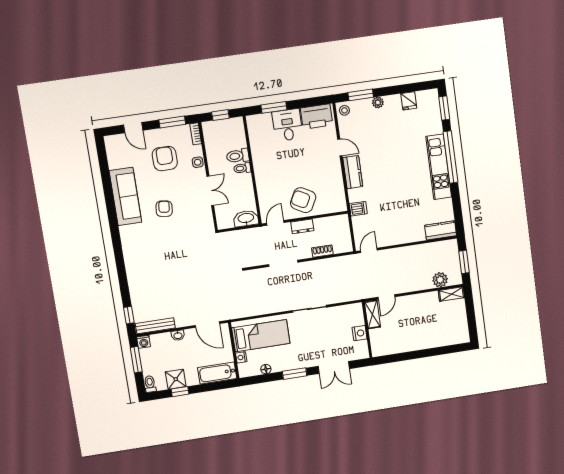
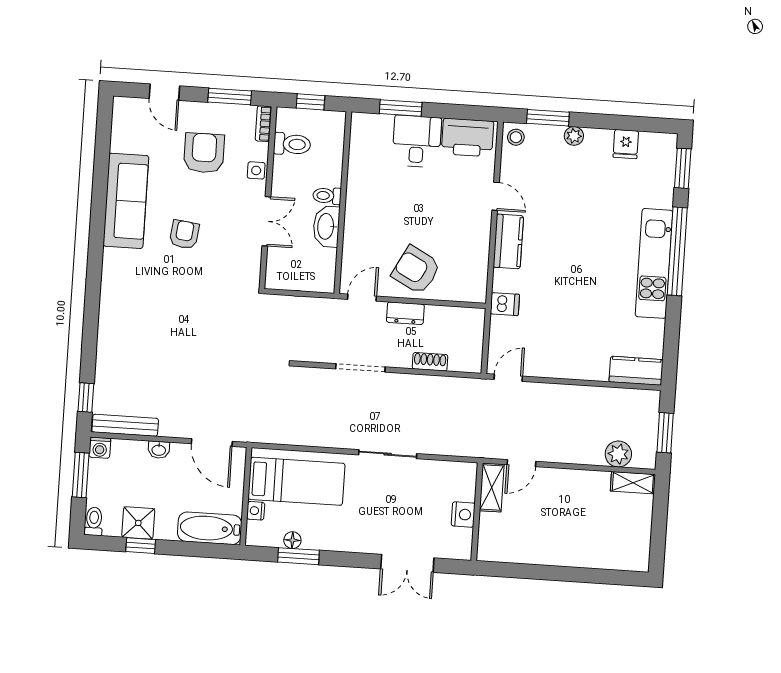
toilet: (238, 156) -> (292, 144), moved, turned 180
washbasin: (246, 218) -> (326, 226), moved, turned -90
window: (295, 374) -> (298, 556), moved

